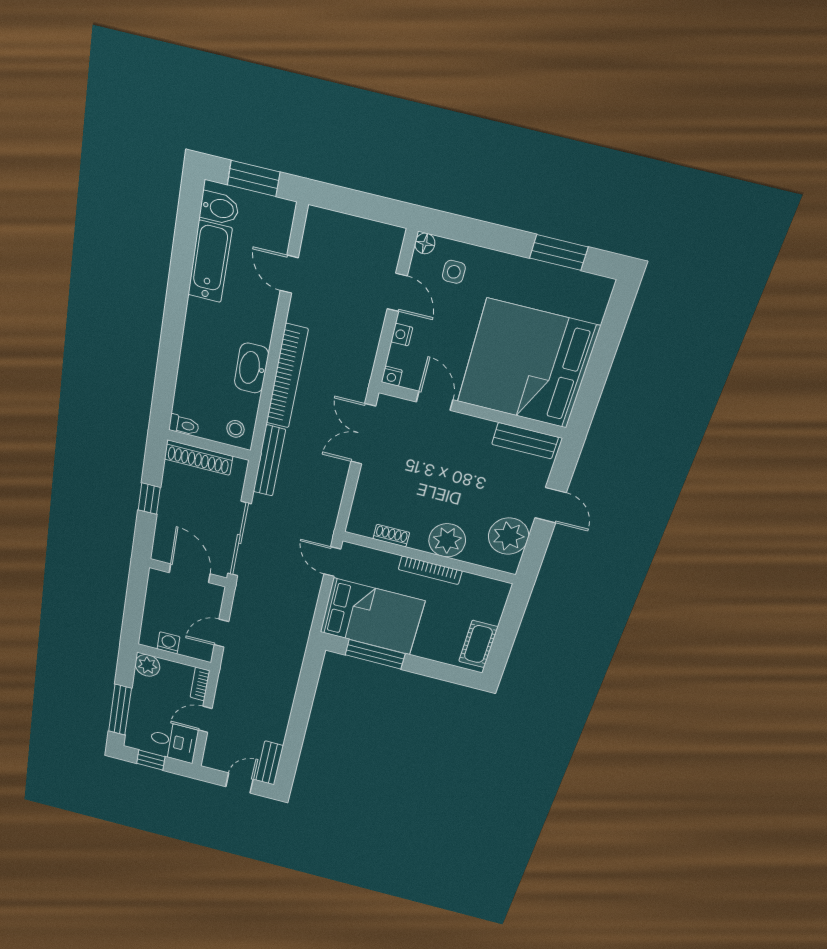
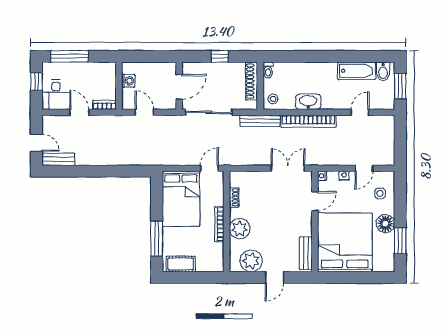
floor lamp: (425, 243) -> (385, 224), moved, width x1.89, depth x1.89
window: (375, 654) -> (157, 239), moved
plant: (147, 665) -> (108, 70), removed

